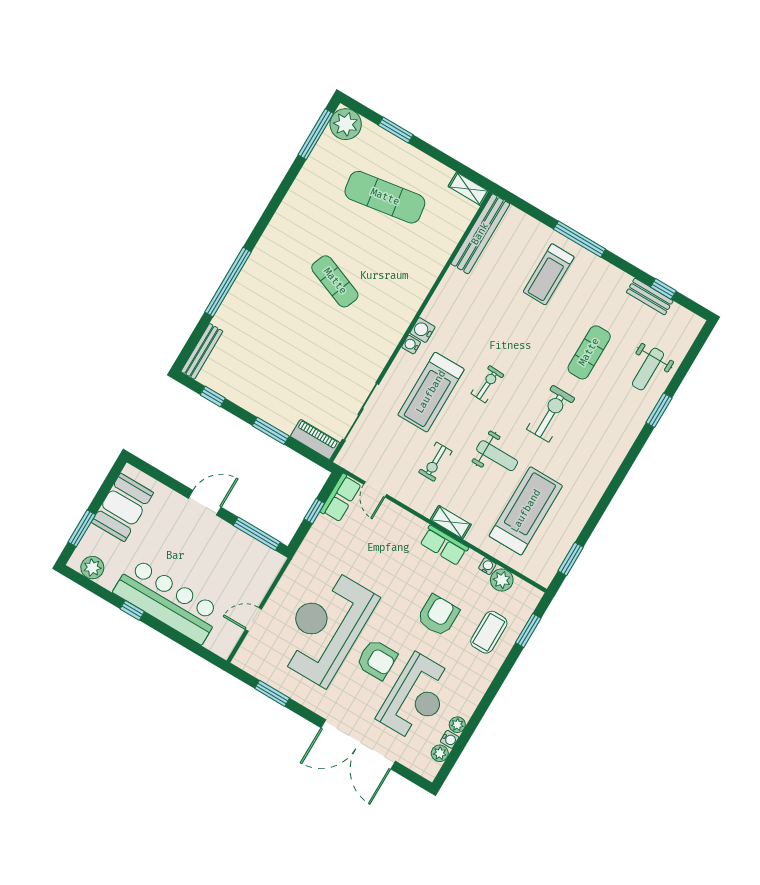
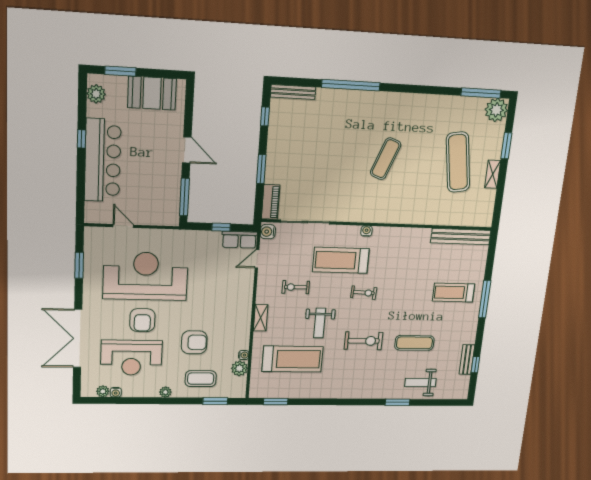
shelving: (469, 189) -> (493, 174), moved
water cooler: (422, 330) -> (268, 232), moved, turned -90
row of seats: (444, 545) -> (243, 322), removed
plant: (457, 725) -> (165, 392), moved

